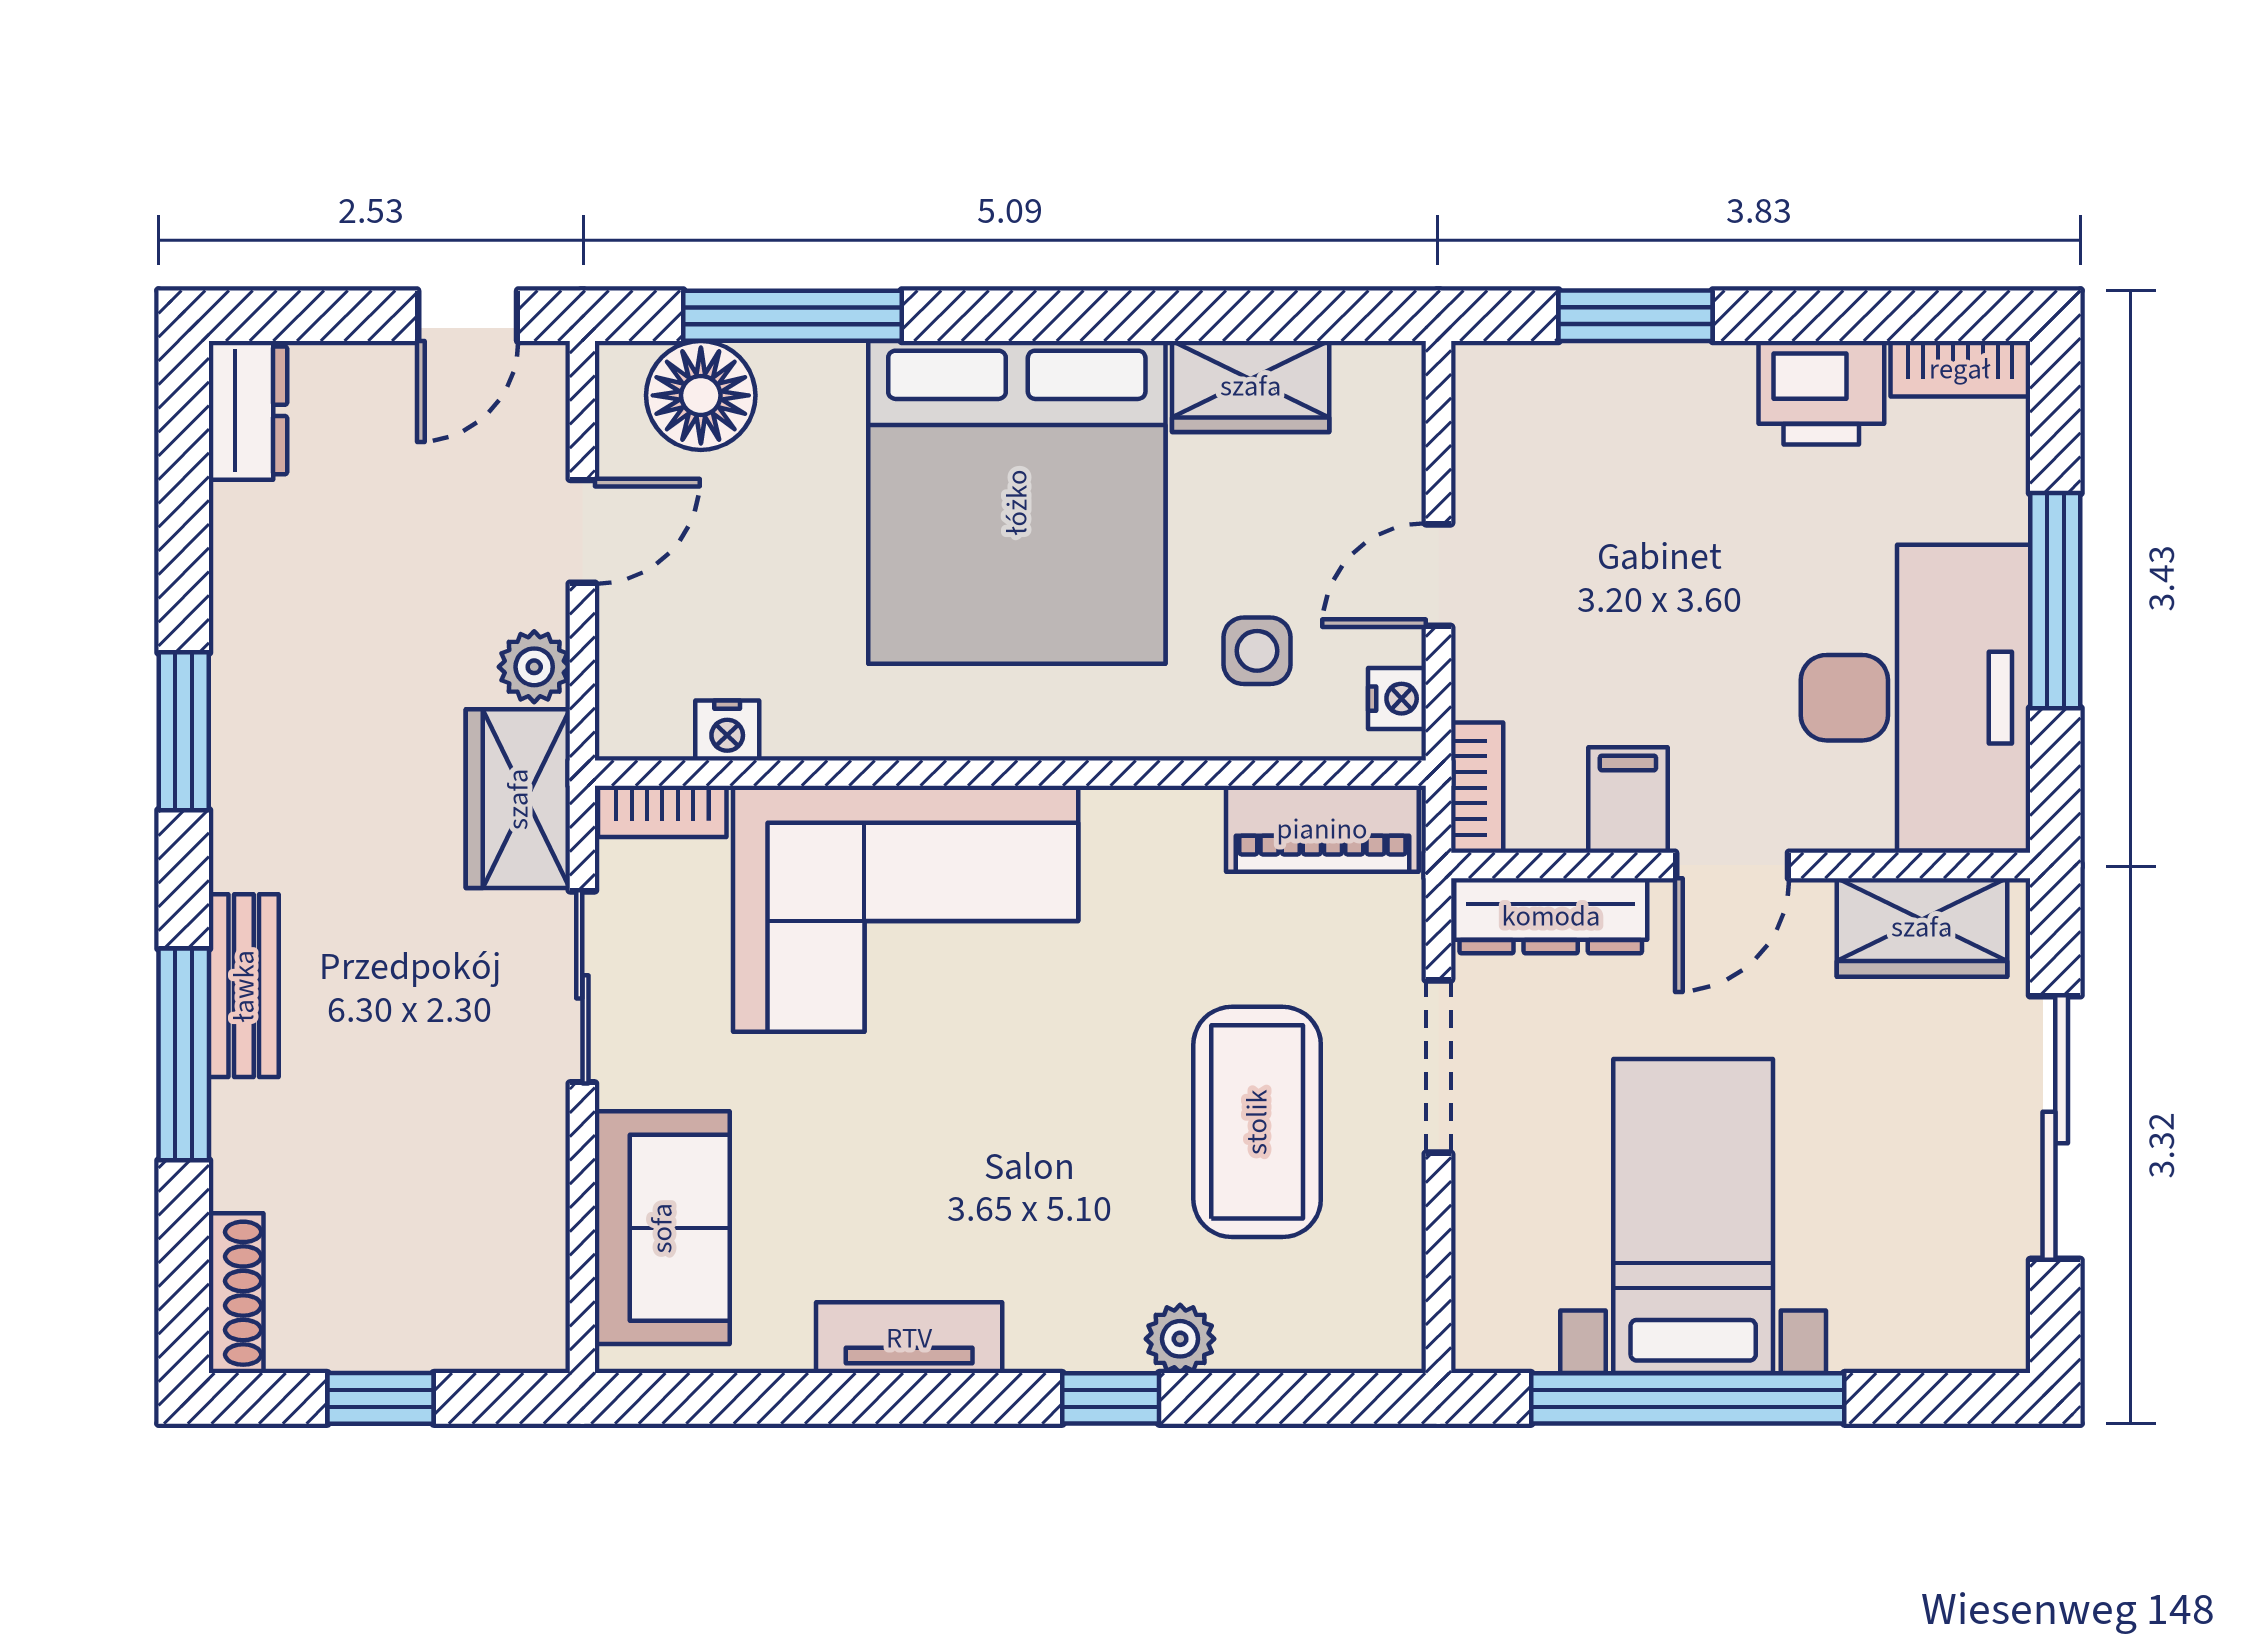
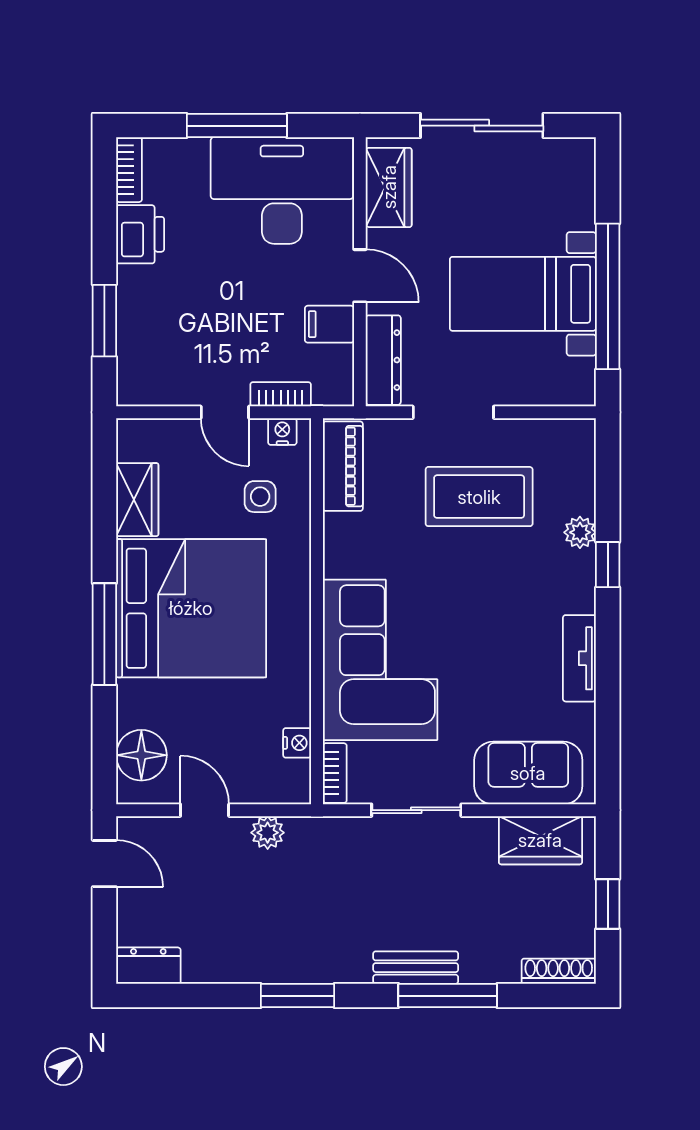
window: (793, 316) -> (104, 634), moved
bookcase: (1477, 788) -> (281, 394), moved
wardrobe: (518, 799) -> (540, 840), moved

